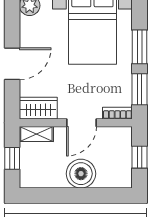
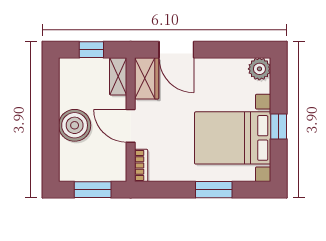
door: (12, 64) -> (176, 50), moved
window: (140, 89) -> (167, 190), removed
window: (140, 157) -> (93, 190), width x1.50

